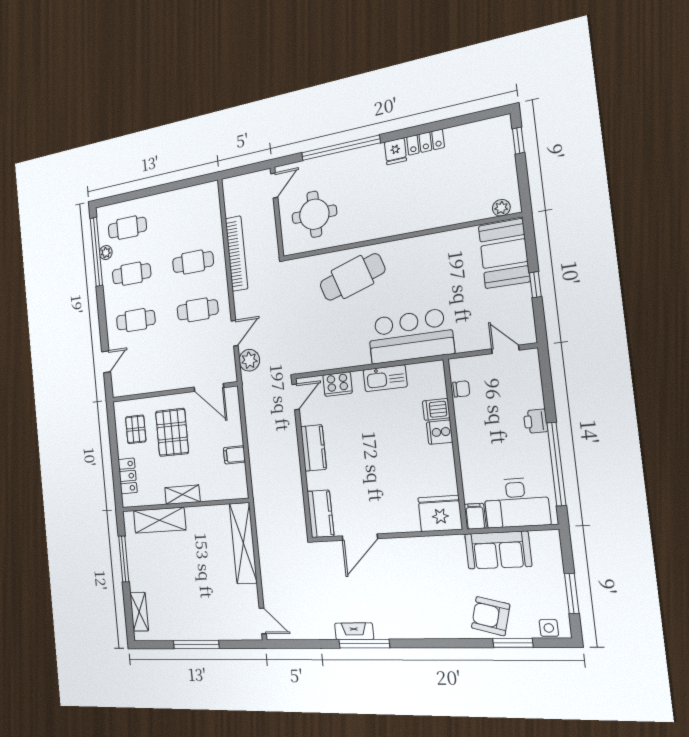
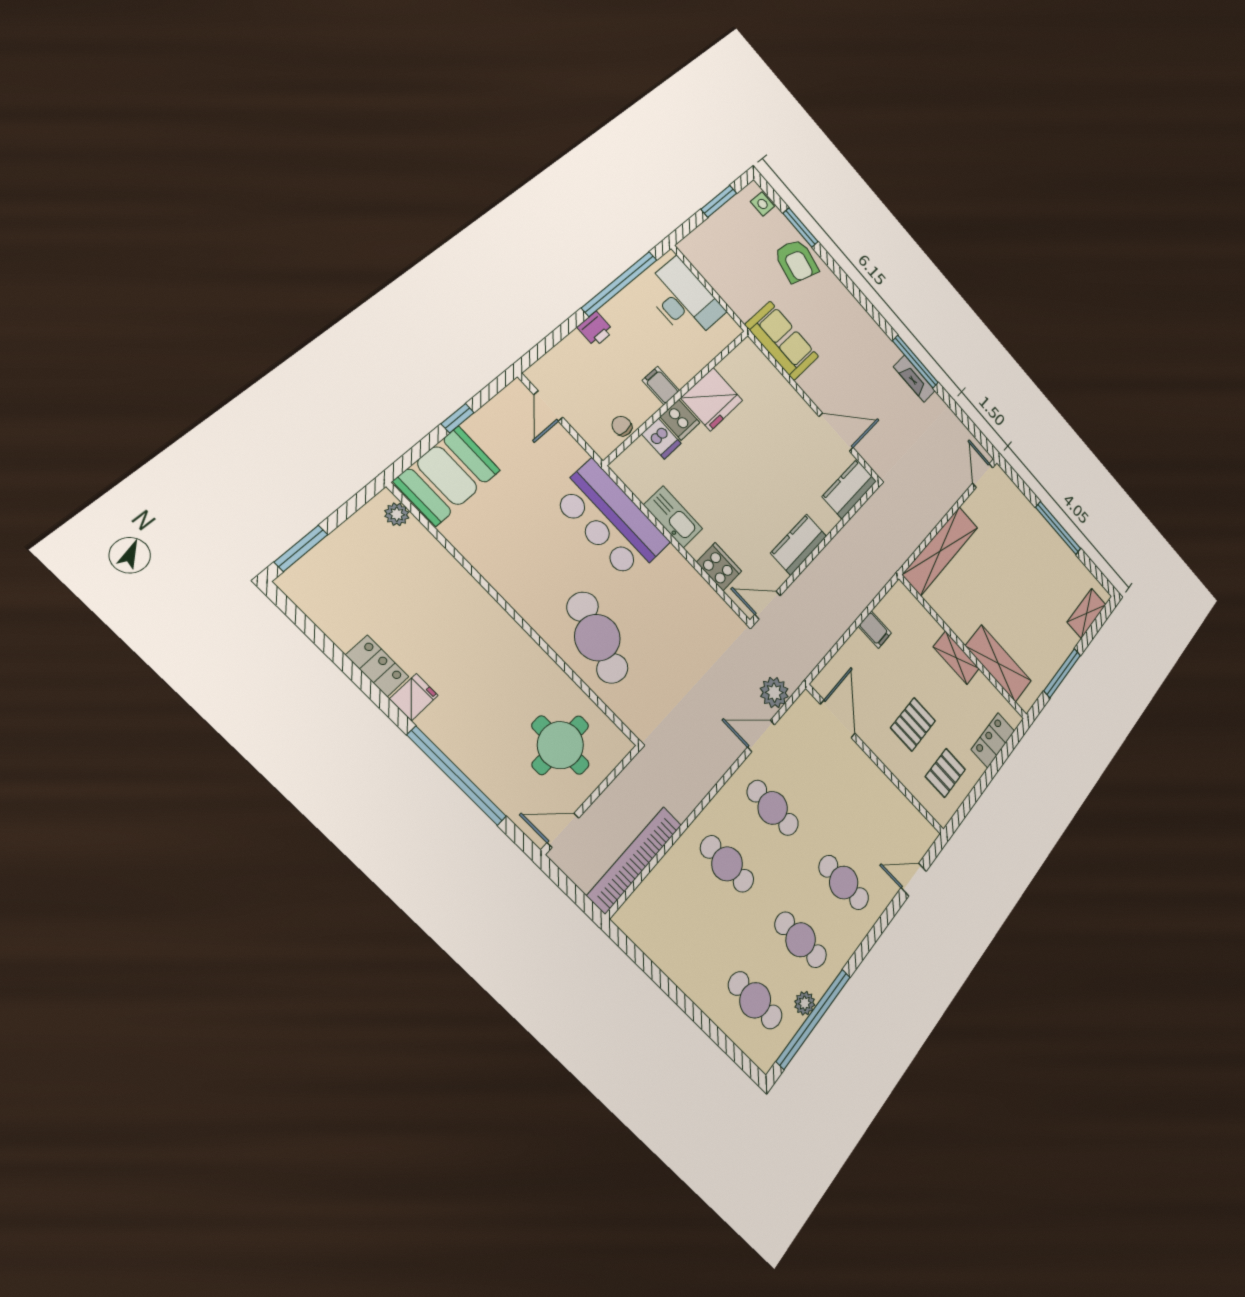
window: (518, 141) -> (301, 548), width x1.50
bookcase: (237, 254) -> (635, 860), moved
cafe table: (352, 277) -> (597, 638), turned 37
pallet: (172, 432) -> (913, 724), width x0.67, depth x0.71
fridge: (440, 514) -> (712, 399), moved, turned -90
filing cabinet: (475, 516) -> (661, 386), moved, turned 90
sofa: (498, 550) -> (782, 341), moved

